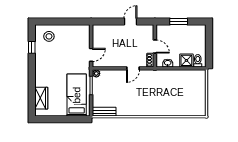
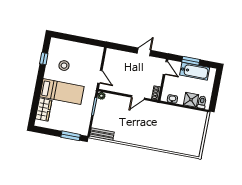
bathtub: (185, 31) -> (195, 71), added
stool: (49, 36) -> (64, 66), moved
door: (155, 47) -> (165, 68), moved
door: (91, 55) -> (100, 77), hinge flipped
bed: (77, 95) -> (62, 92), moved, turned 90
window: (73, 119) -> (71, 136), added

